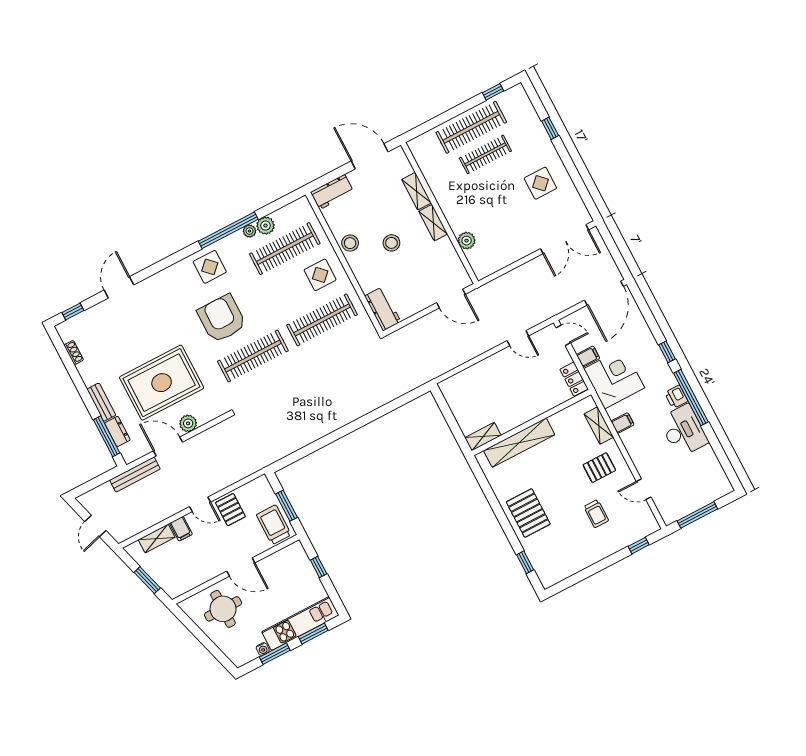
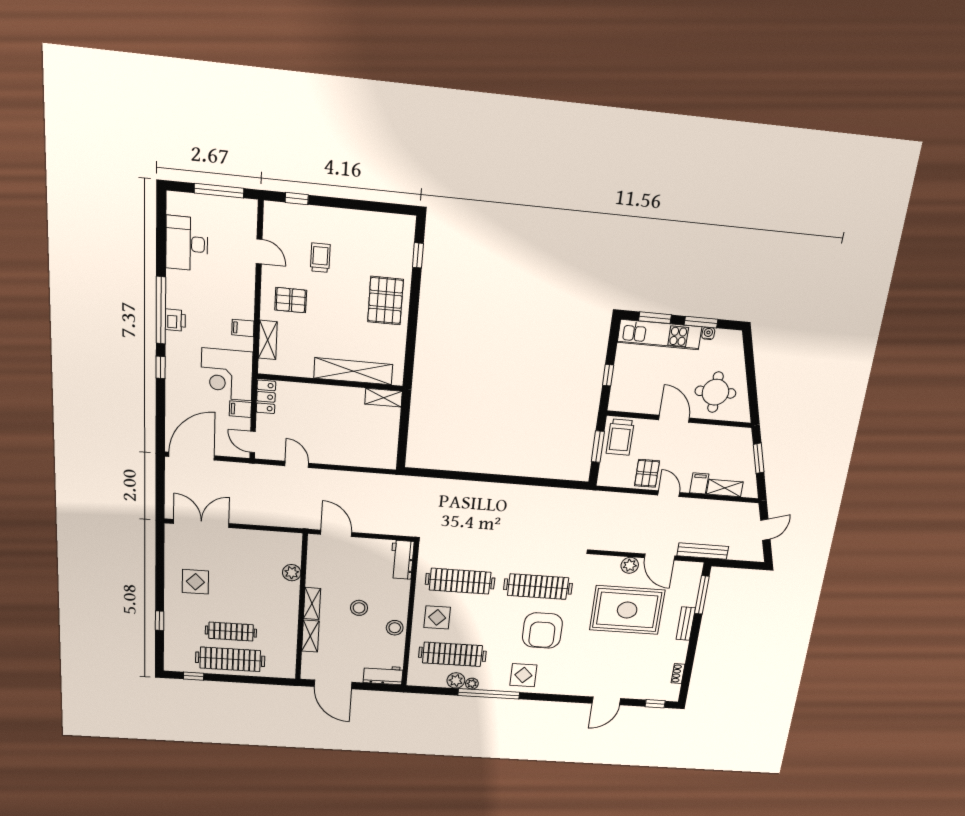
dresser: (117, 431) -> (691, 593), removed
desk: (683, 431) -> (187, 244), moved

